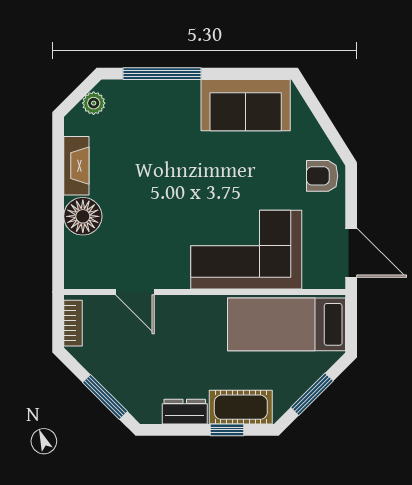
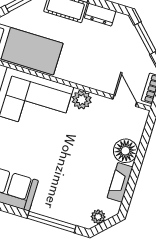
plant: (173, 274) -> (82, 100), added
door: (135, 292) -> (125, 101), moved

